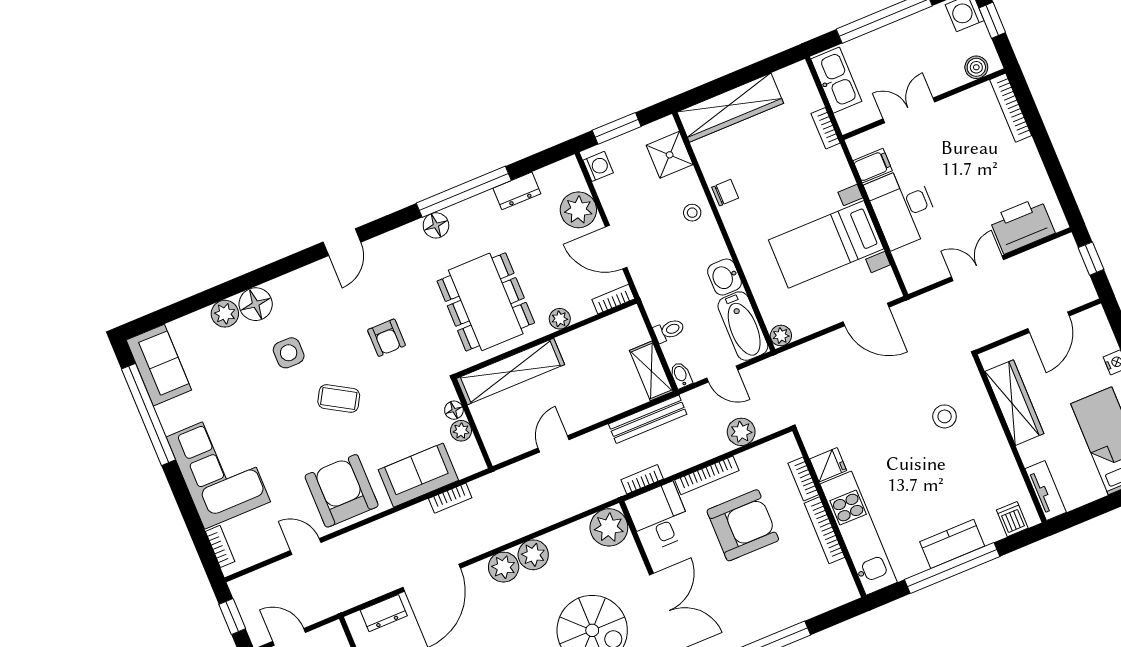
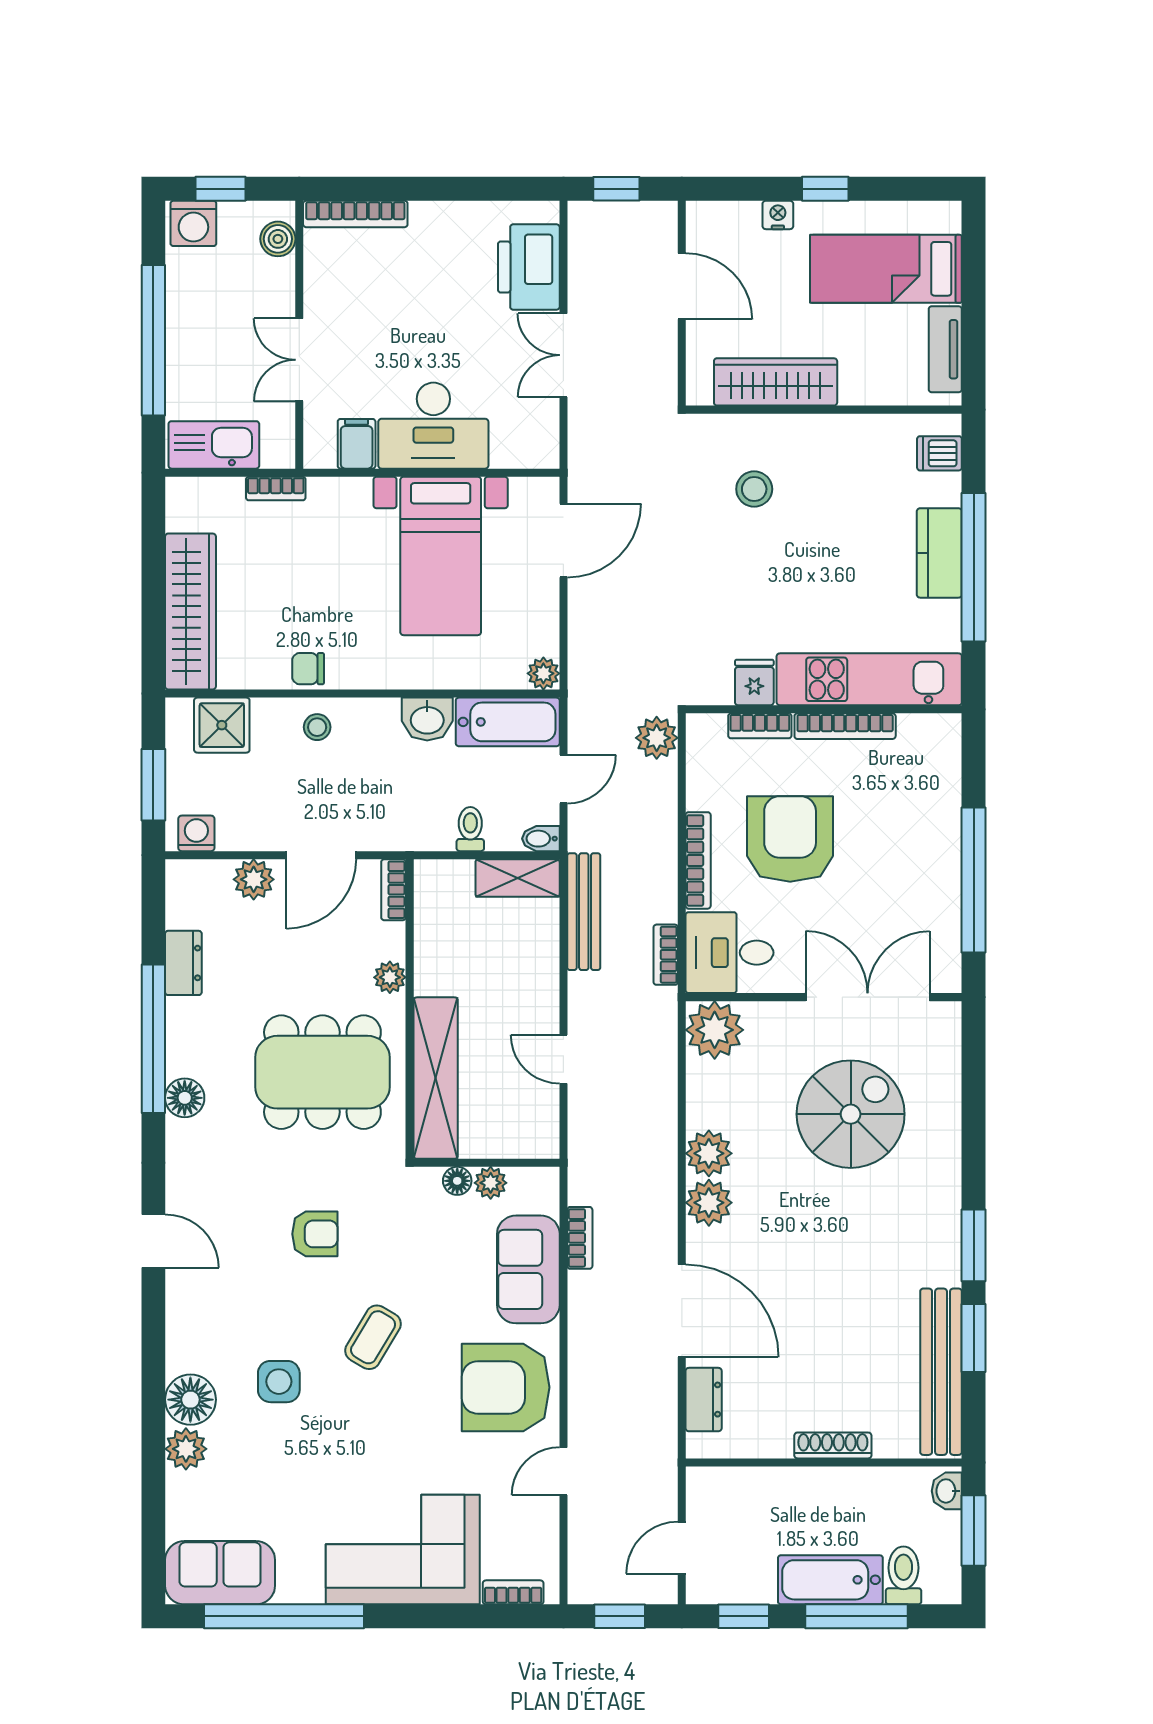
chair: (725, 193) -> (308, 669), turned -90
plant: (578, 210) -> (254, 879), width x0.73, depth x0.73
plant: (741, 432) -> (657, 738), moved
tv unit: (1046, 491) -> (945, 349), moved, turned -90

